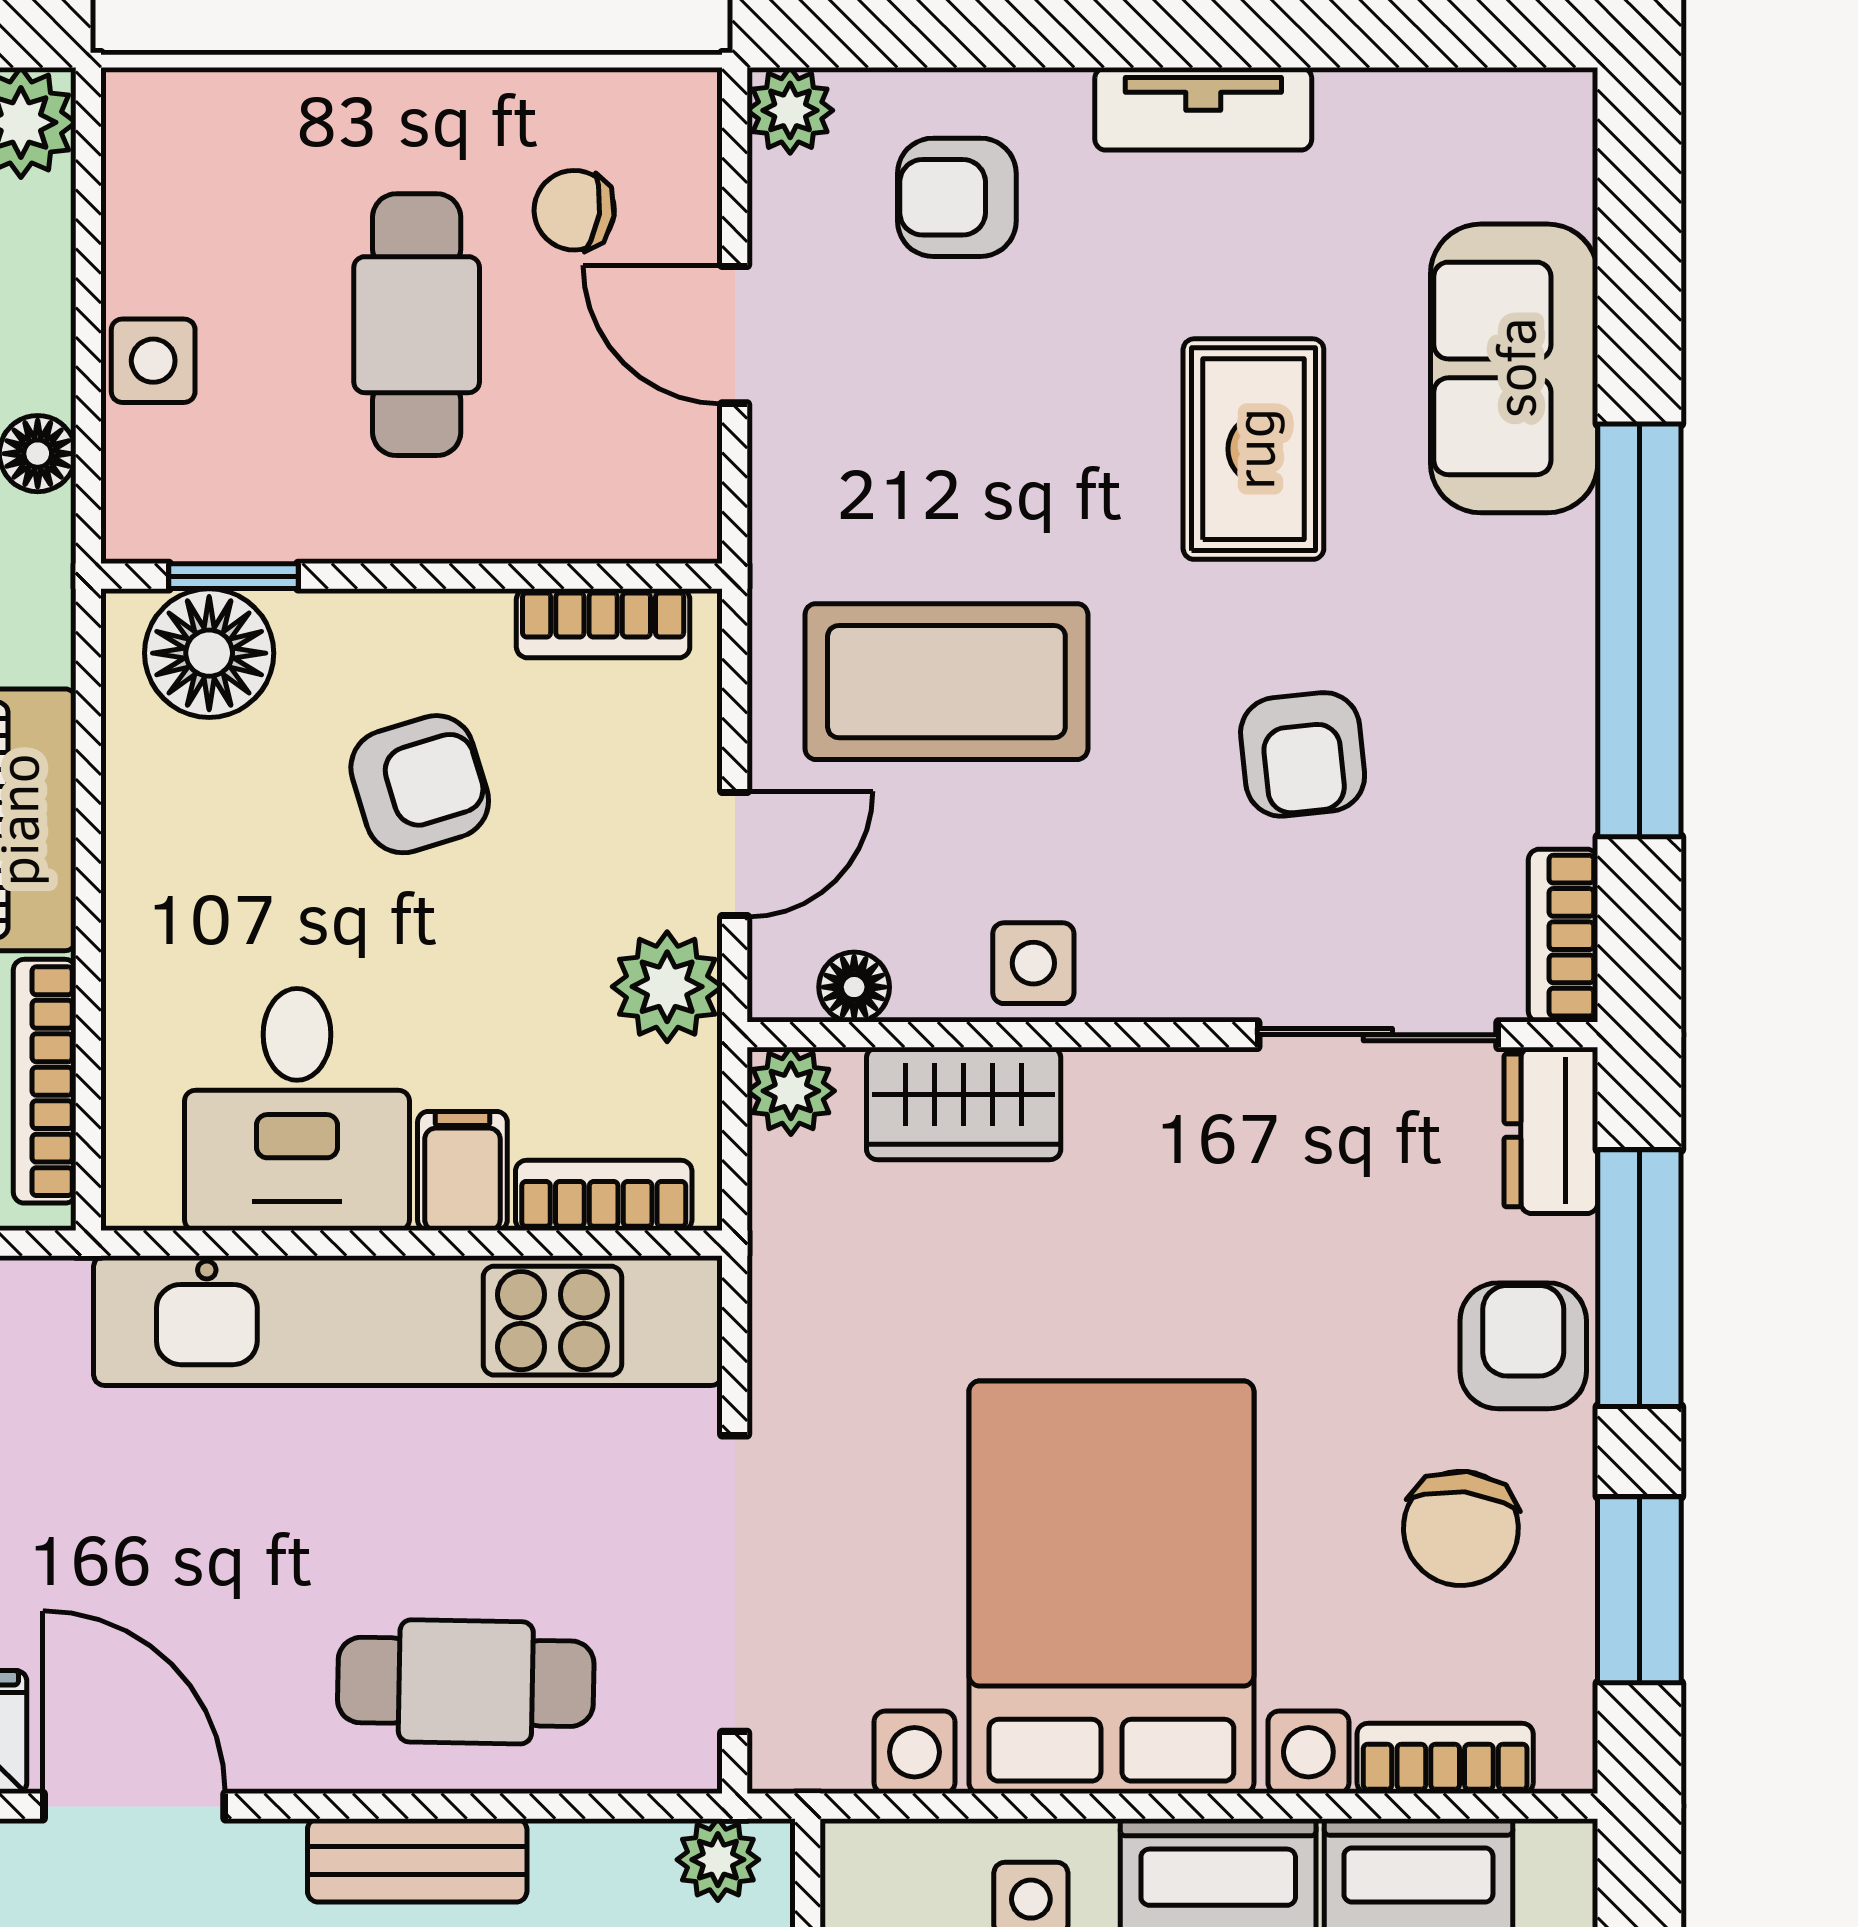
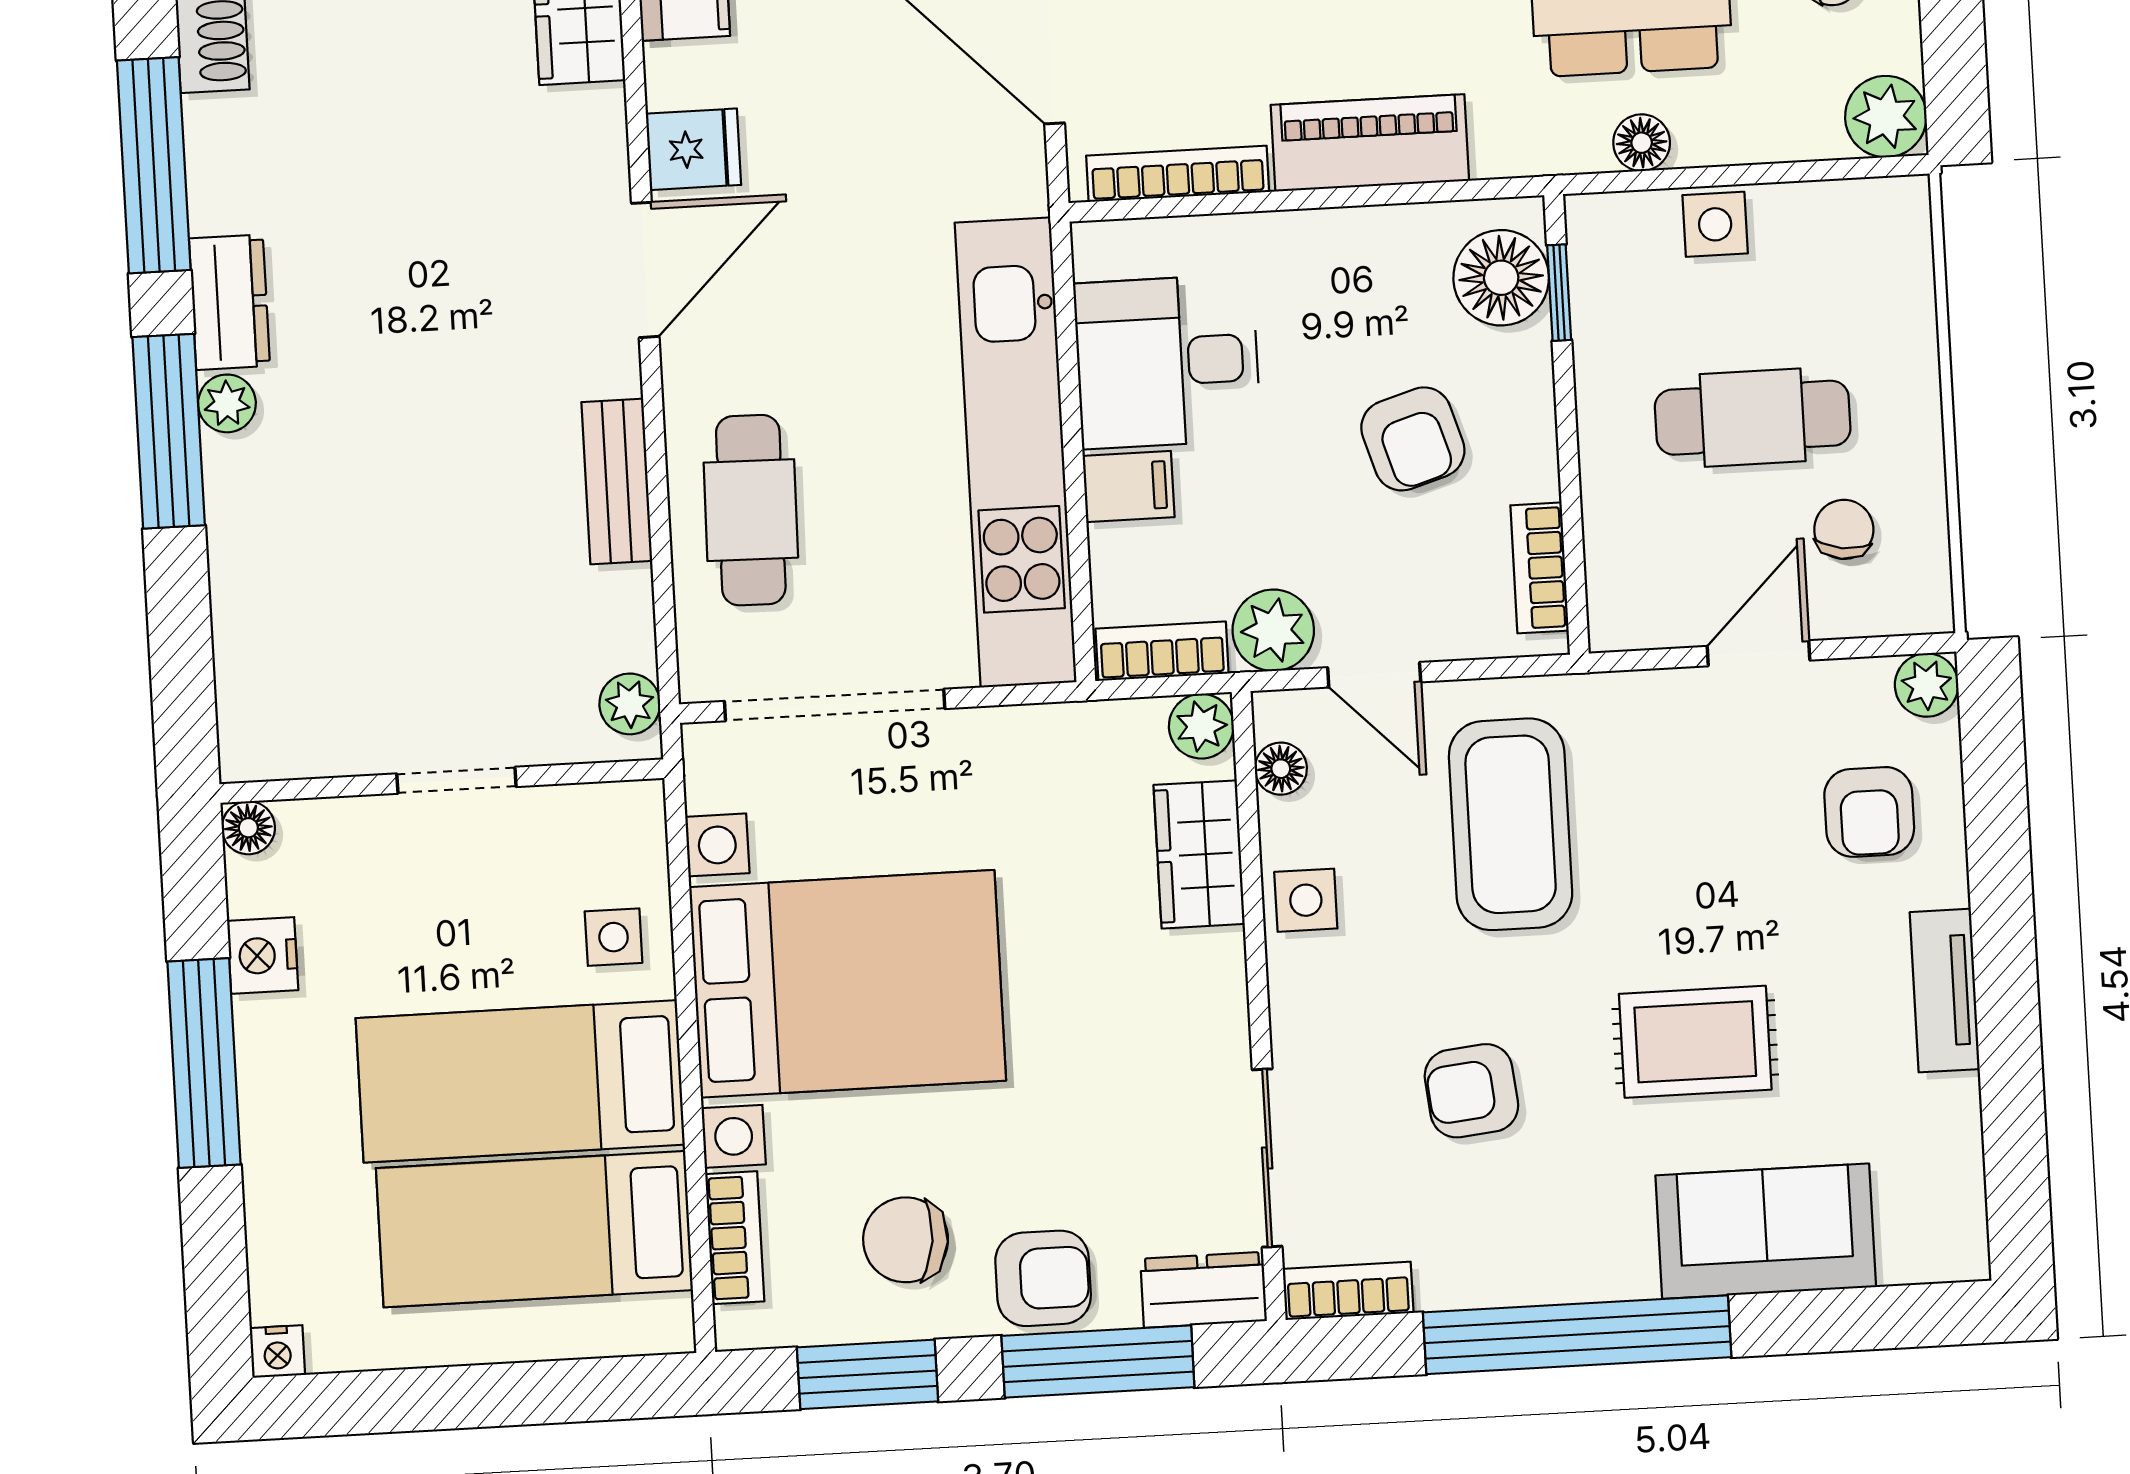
armchair: (957, 197) -> (1869, 812), turned 180
bookcase: (604, 1195) -> (1162, 651), moved, turned -90

